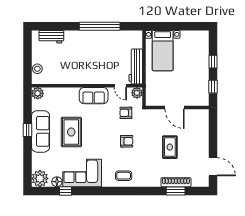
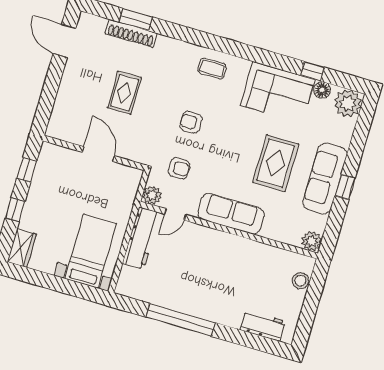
wardrobe: (203, 41) -> (22, 248), added
door: (120, 86) -> (175, 214), swing flipped
sofa: (94, 96) -> (231, 214), width x1.36

